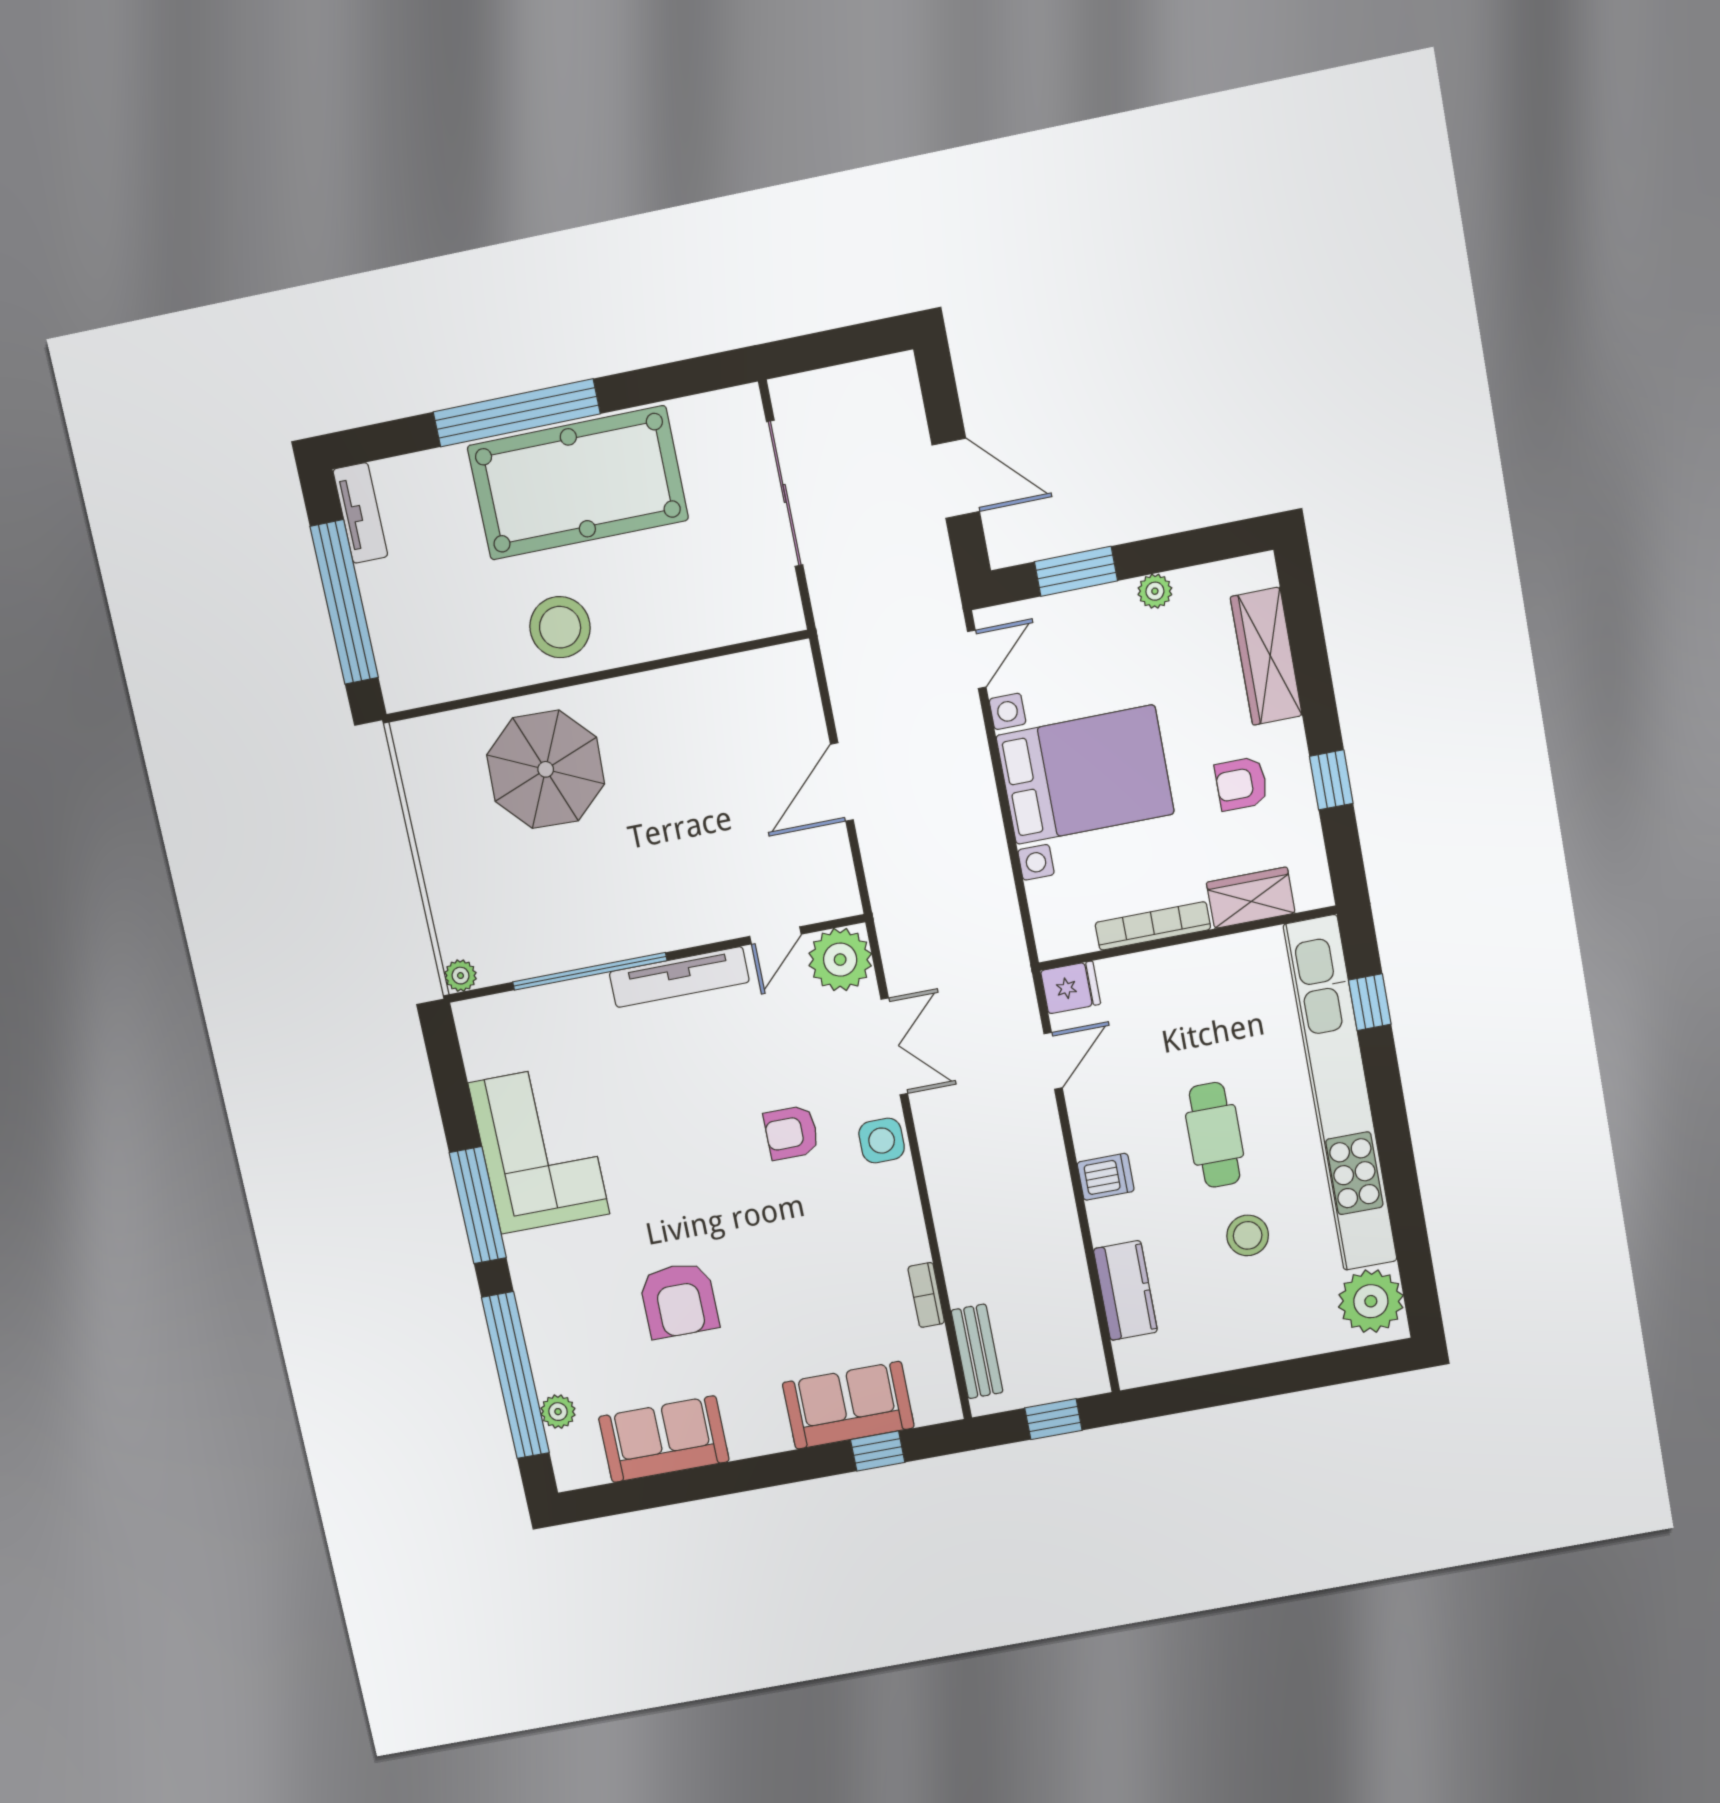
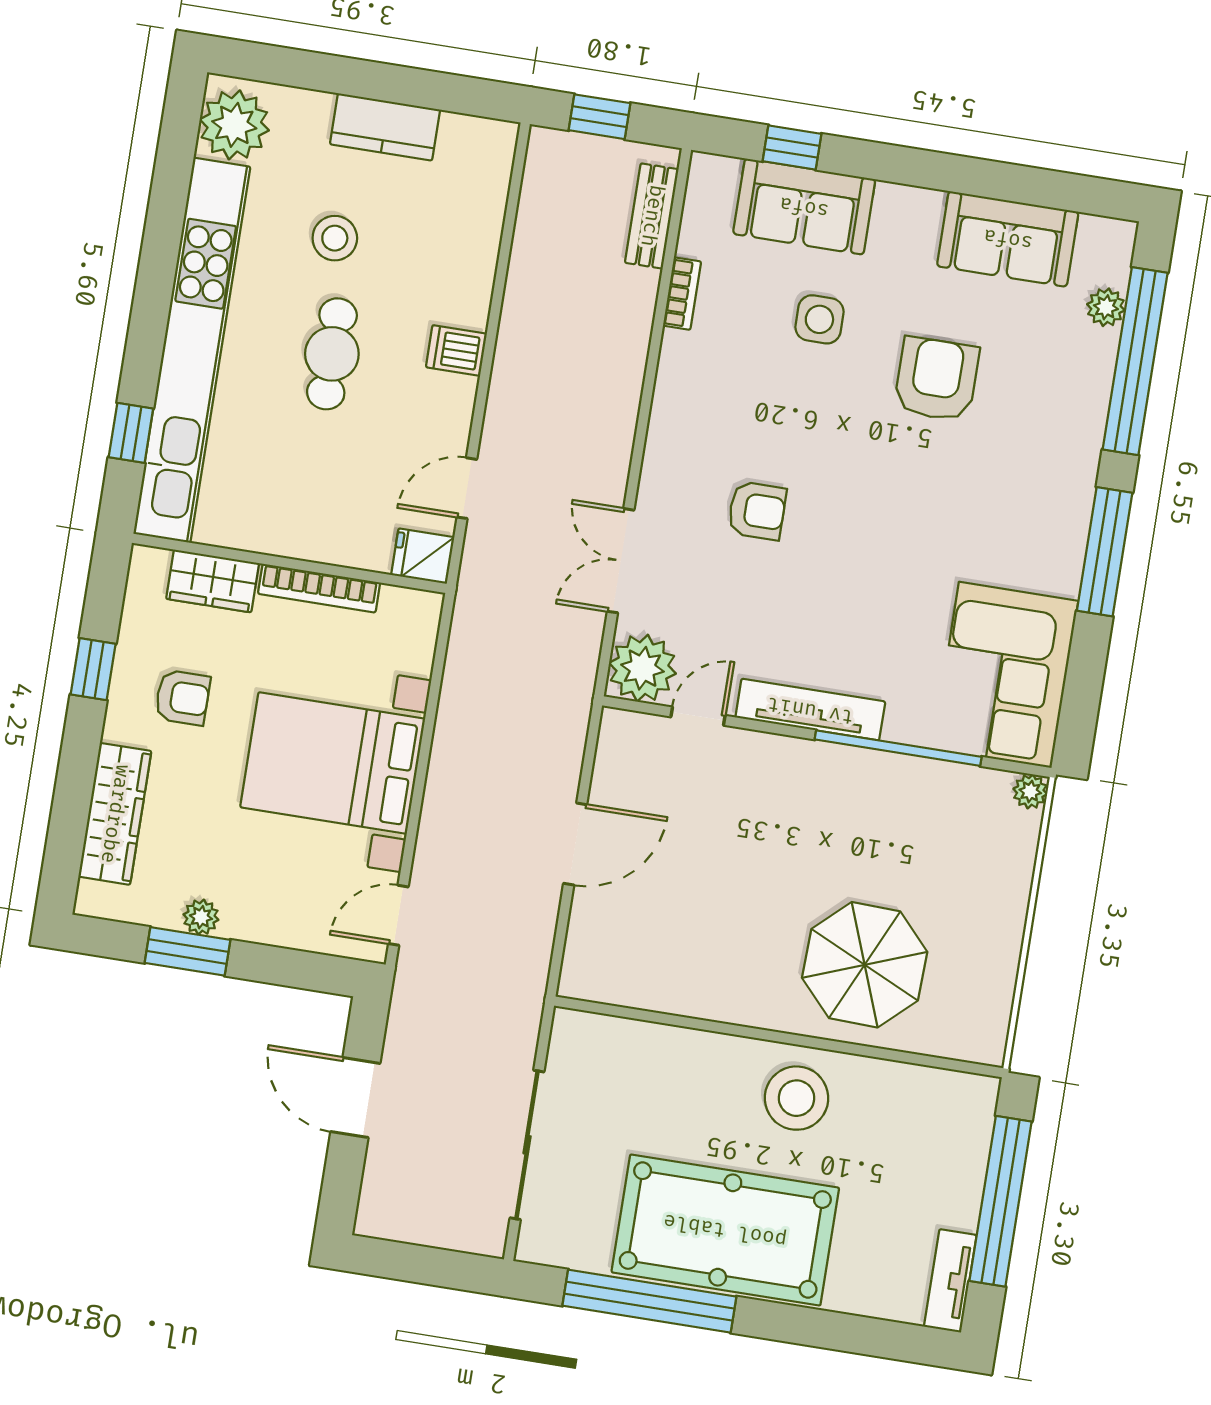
window: (517, 413) -> (649, 1301), moved
window: (1076, 571) -> (187, 951), moved
side table: (882, 1141) -> (819, 319), moved
corner sofa: (539, 1148) -> (1005, 675), moved
kitchen counter: (1125, 1290) -> (385, 127), moved, turned -90

